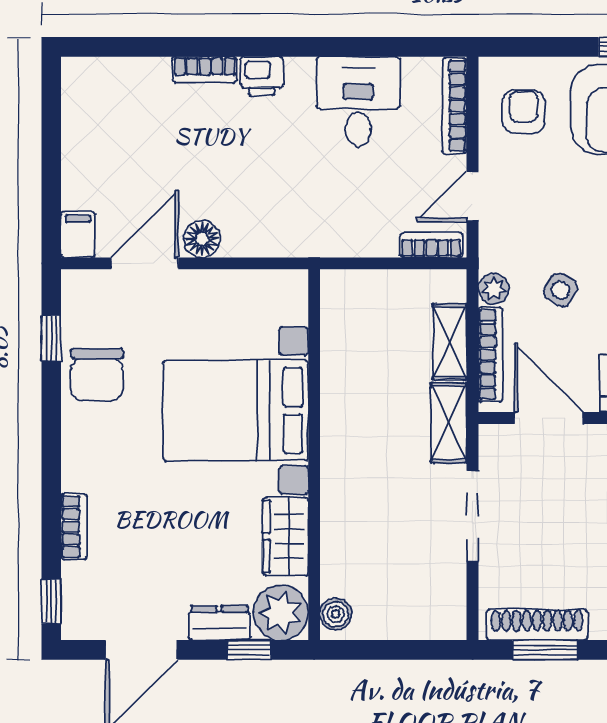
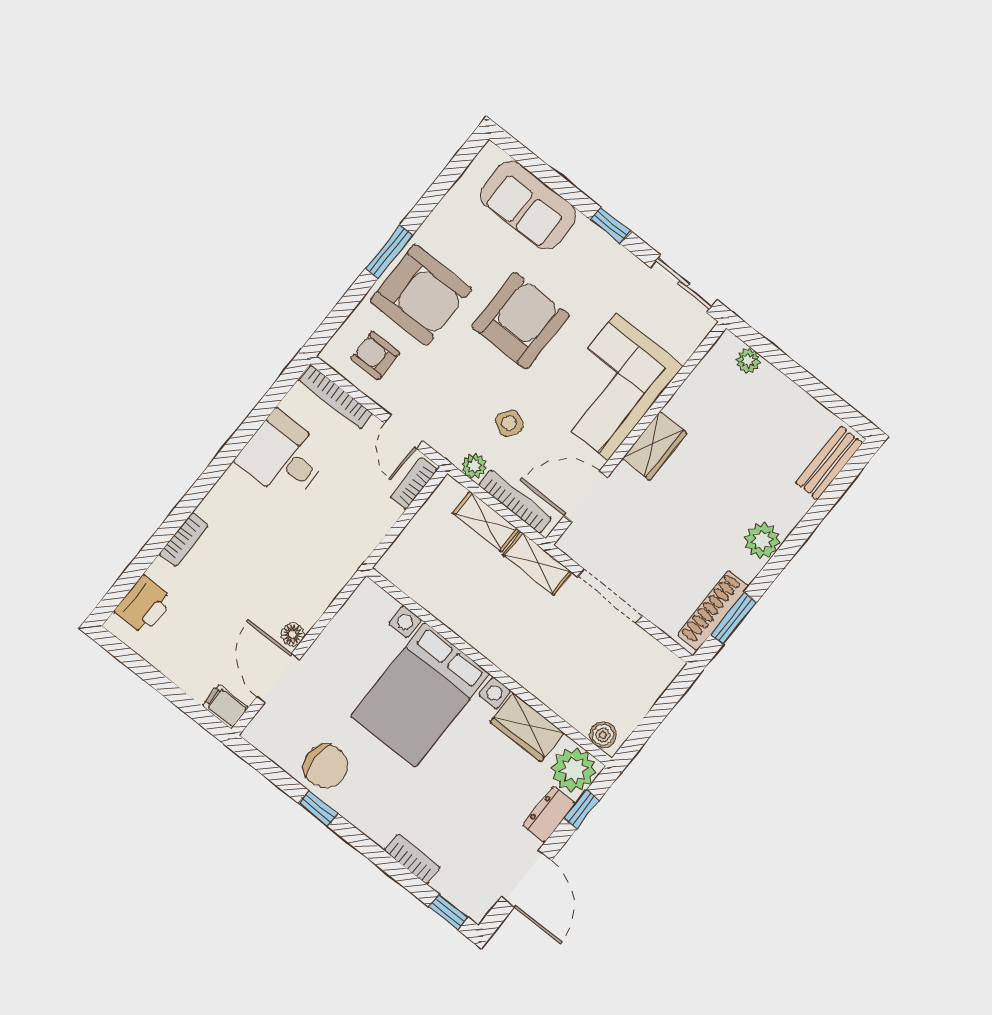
printer: (262, 76) -> (144, 605), moved, width x1.36, depth x1.24
floor lamp: (202, 239) -> (293, 634), width x0.73, depth x0.73
window: (51, 338) -> (318, 809), moved

